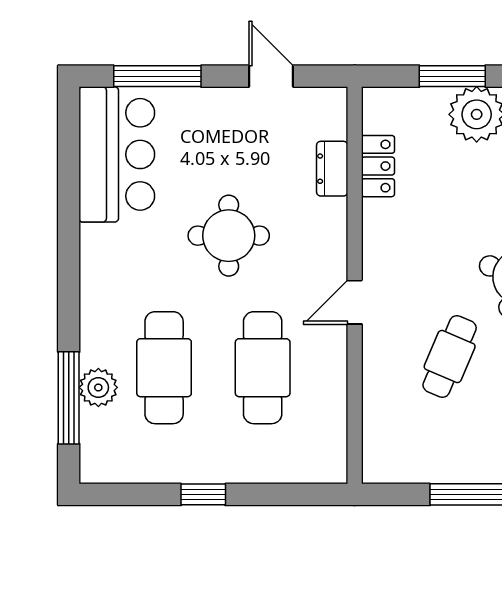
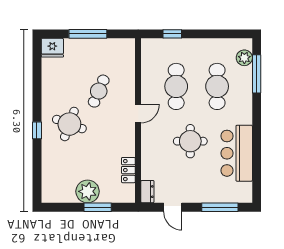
bar counter: (117, 154) -> (237, 153), moved
dresser: (332, 169) -> (147, 192), moved
plant: (98, 387) -> (244, 58), moved
window: (203, 494) -> (172, 34), moved

